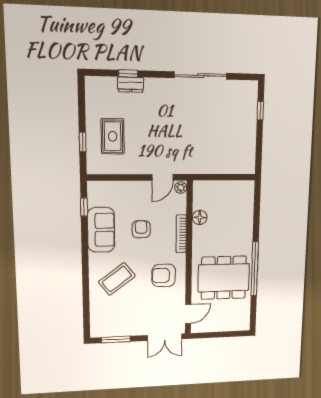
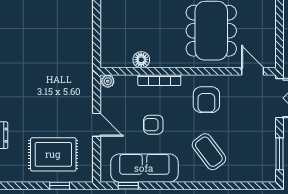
rug: (113, 136) -> (53, 154), width x1.36, depth x1.43
door: (163, 177) -> (97, 125), moved
sofa: (101, 230) -> (144, 168), width x1.36

